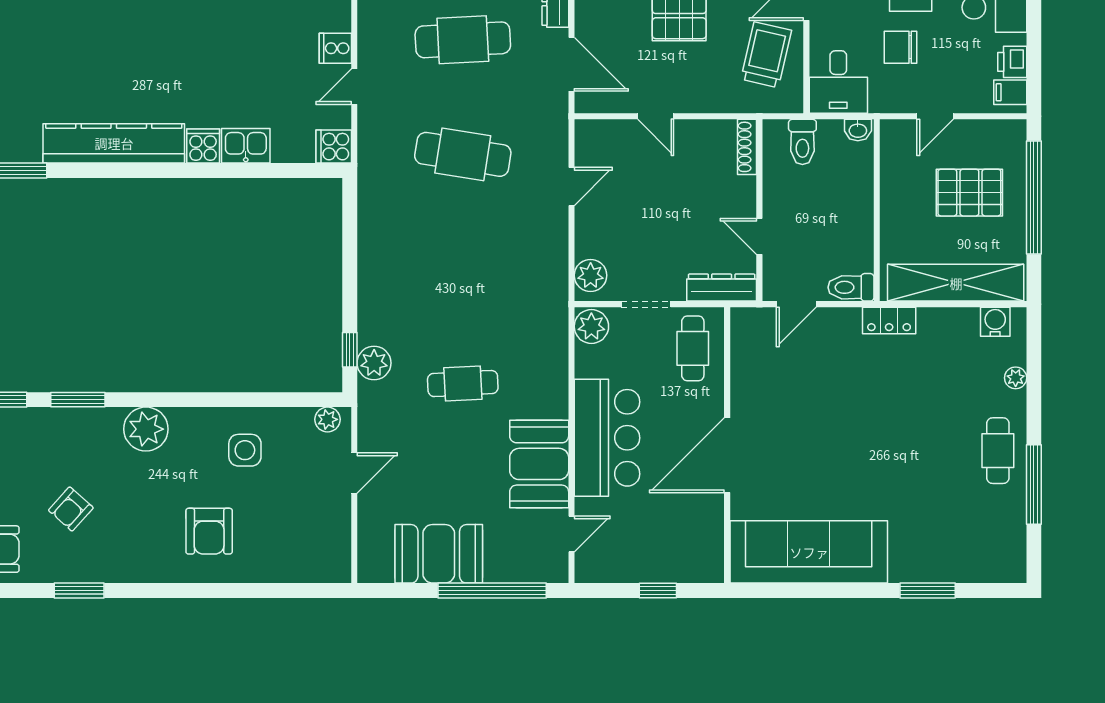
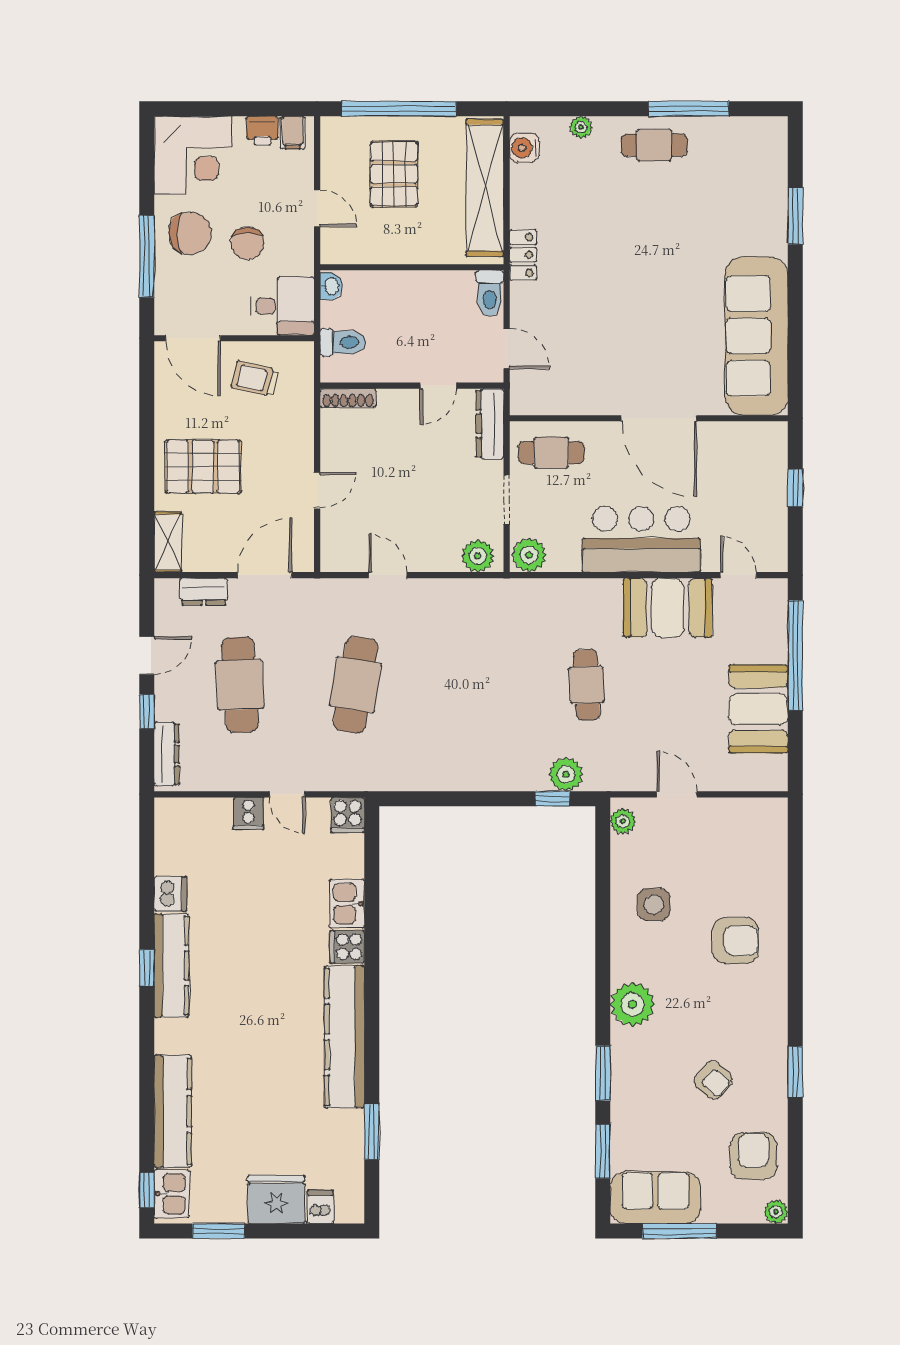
trolley: (766, 55) -> (255, 379), width x0.73, depth x0.72

